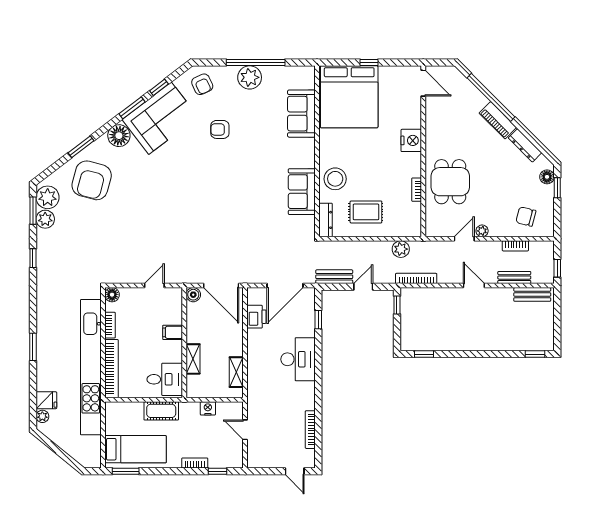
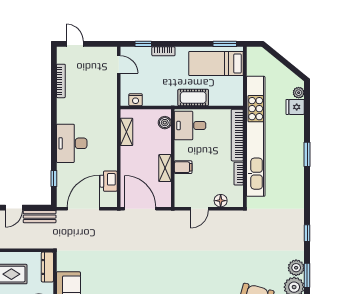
floor lamp: (112, 295) -> (221, 201), moved
boiler: (193, 295) -> (165, 123), moved
shelving: (193, 359) -> (165, 168), moved
nightstand: (208, 408) -> (136, 100), moved
door: (245, 430) -> (119, 64), moved

